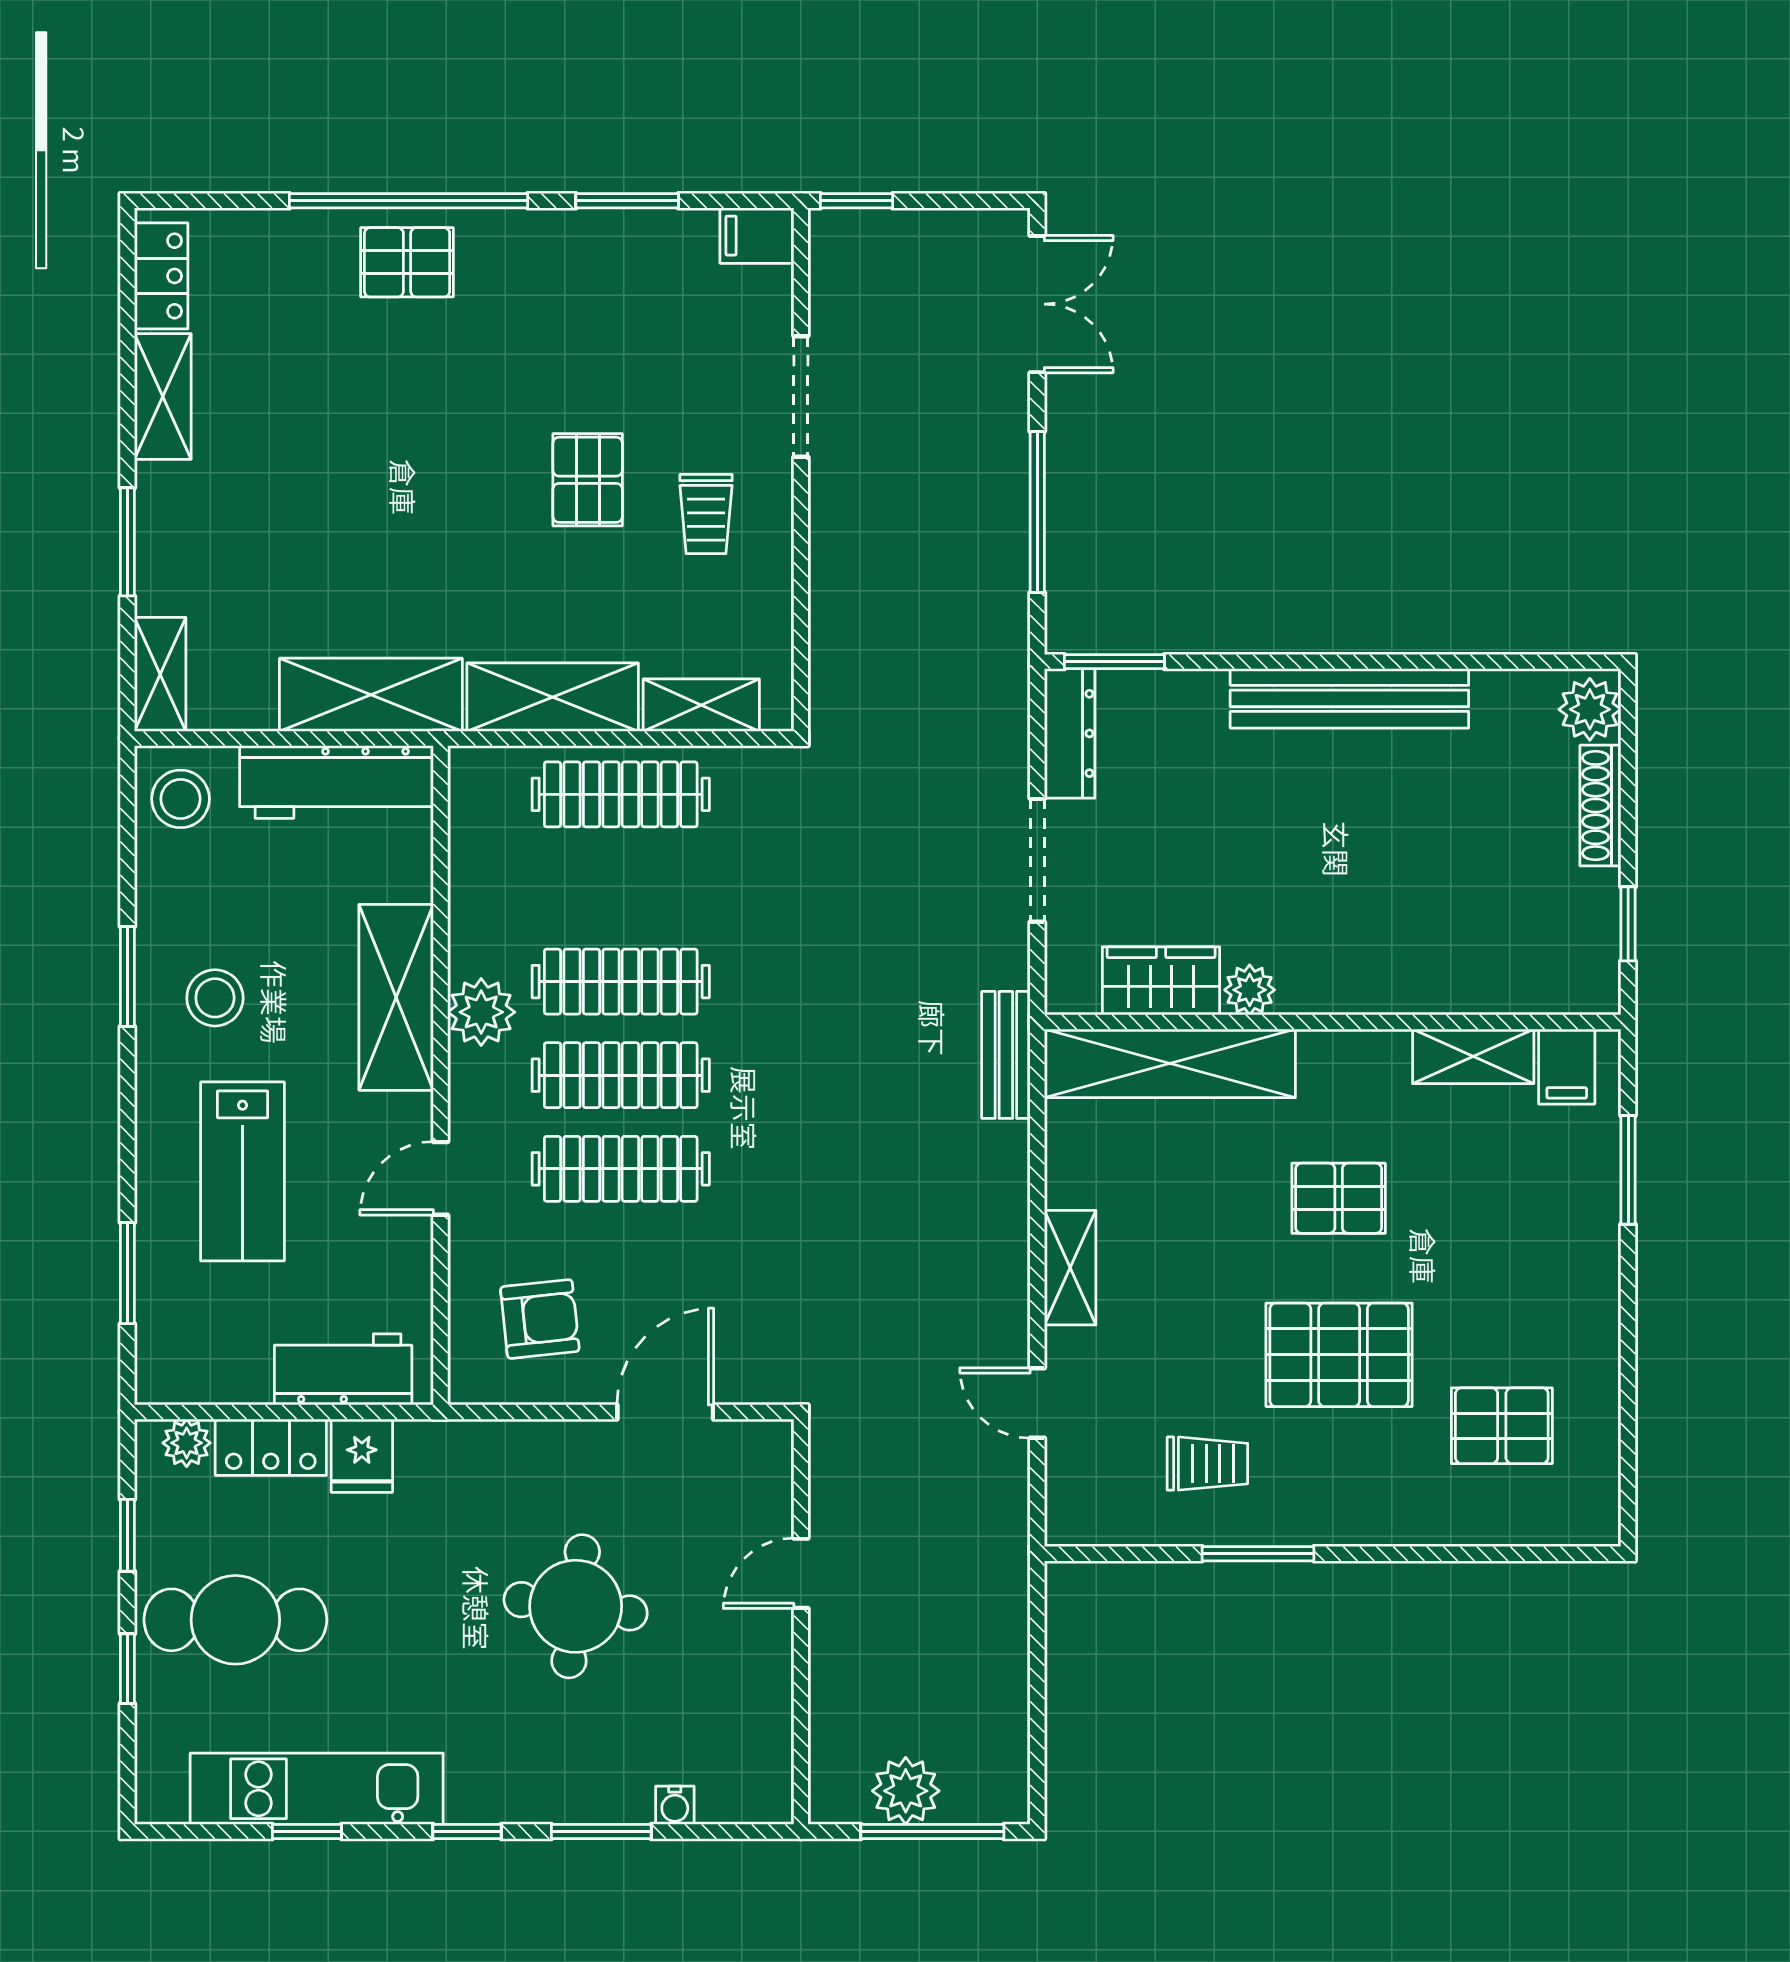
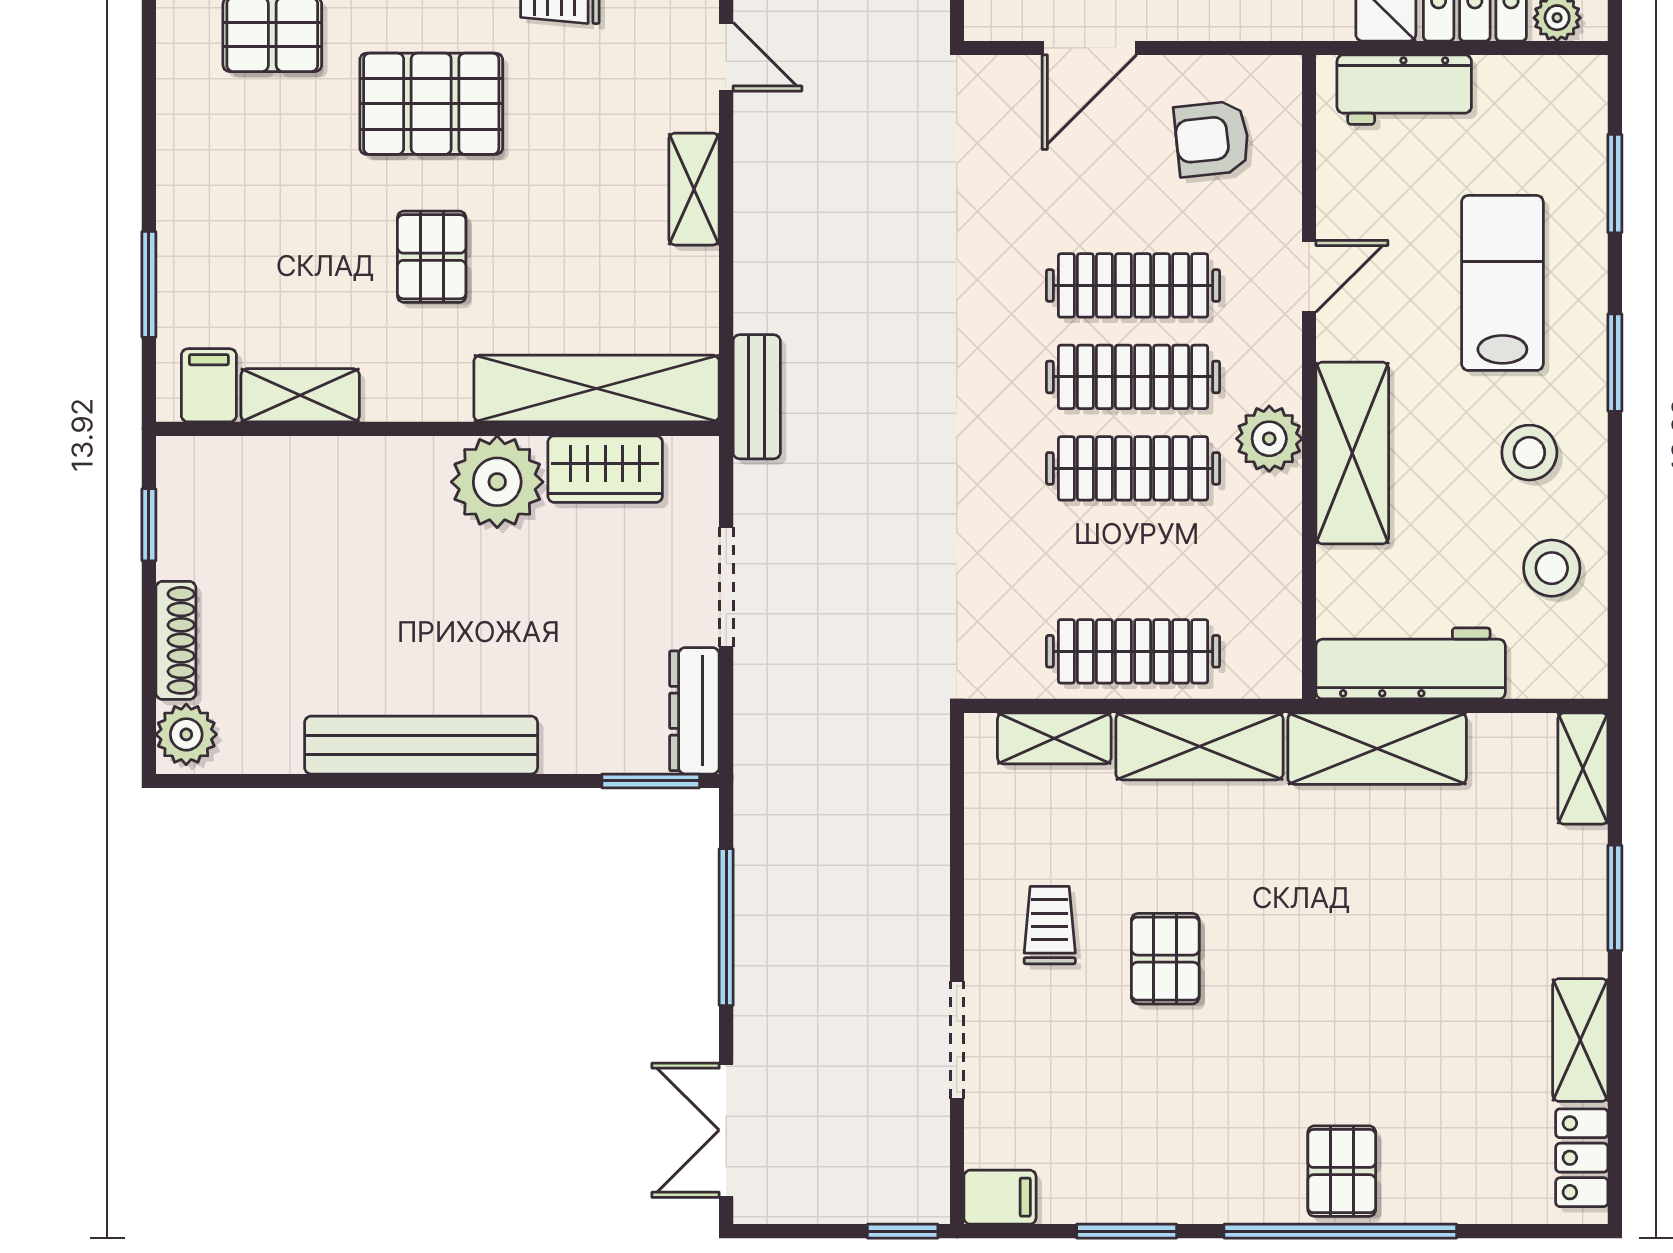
pallet: (407, 262) -> (1342, 1171), turned 90
stool: (181, 799) -> (1552, 568), moved
window: (127, 977) -> (1615, 363), moved
plant: (1250, 990) -> (497, 482), width x1.87, depth x1.87
pallet: (1339, 1198) -> (432, 257), turned 90

